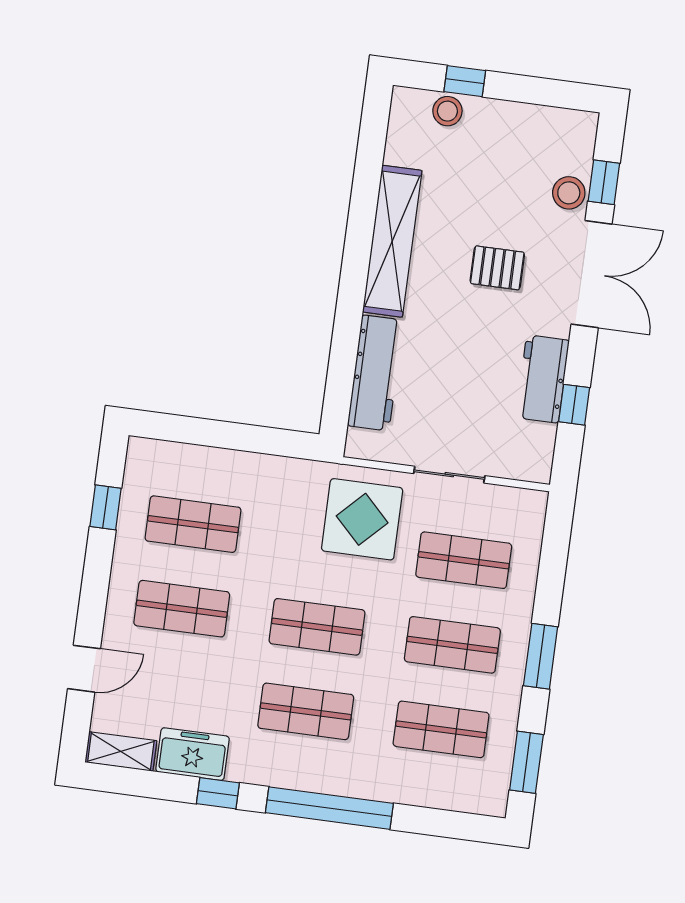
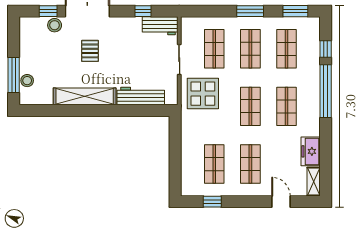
window: (465, 81) -> (14, 75), width x2.17
workbench: (543, 379) -> (160, 26), moved
window: (218, 793) -> (326, 49), moved

